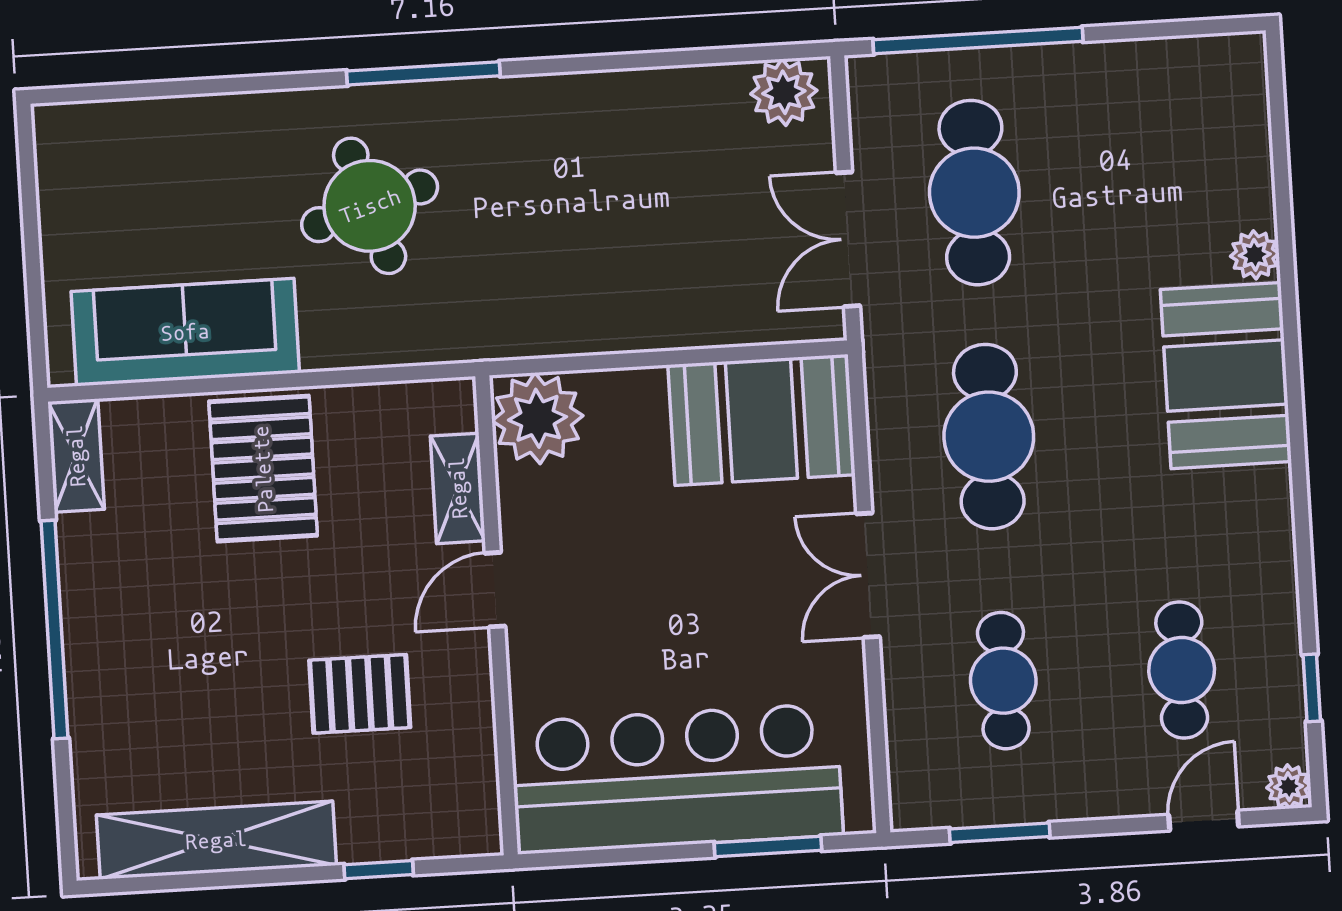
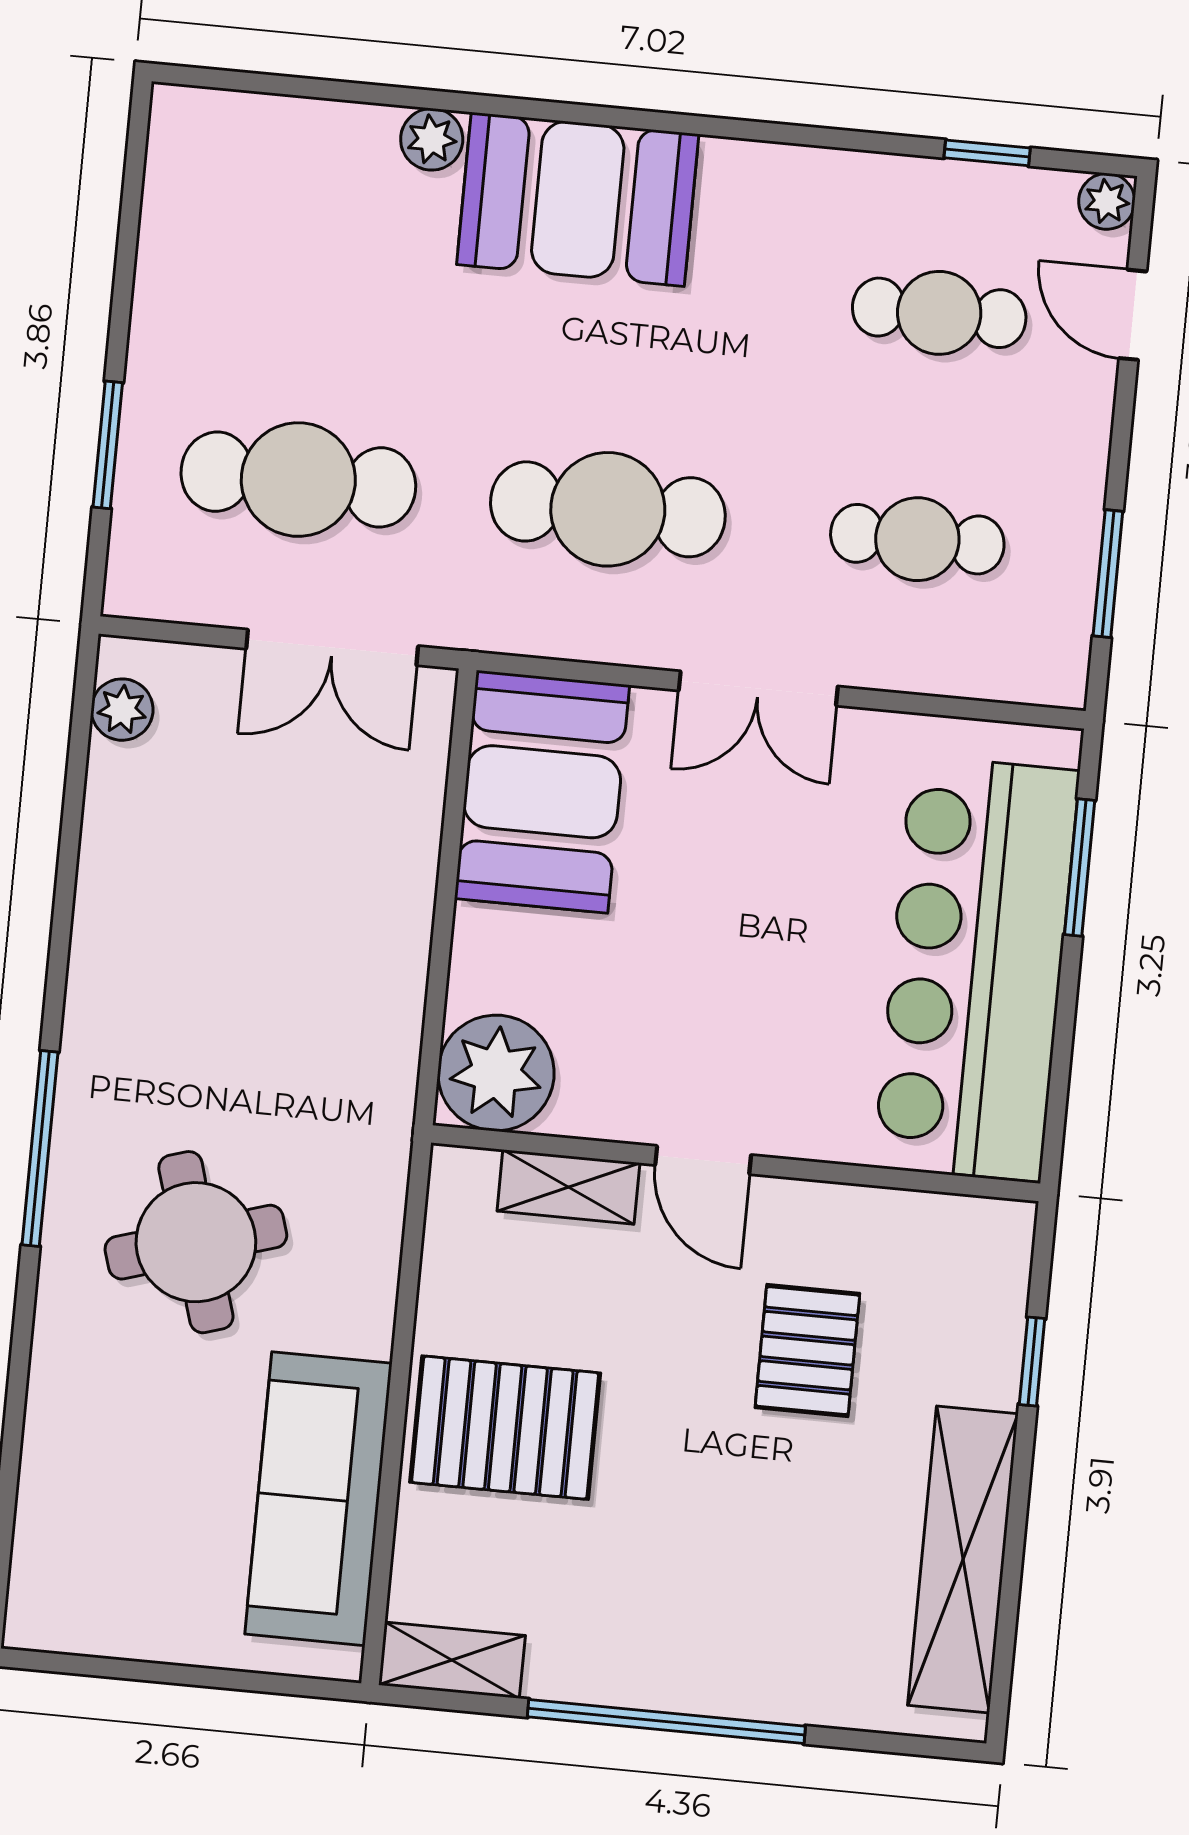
window: (978, 40) -> (108, 445), width x0.47
plant: (784, 92) -> (122, 710), width x0.73, depth x0.73

